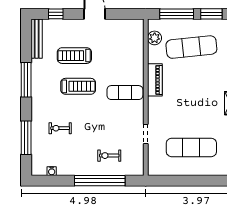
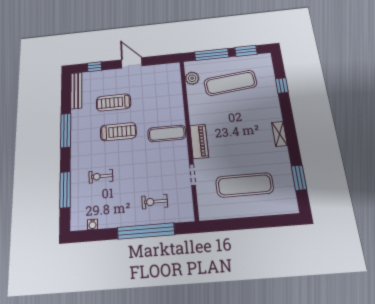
piano: (155, 80) -> (199, 141), moved

